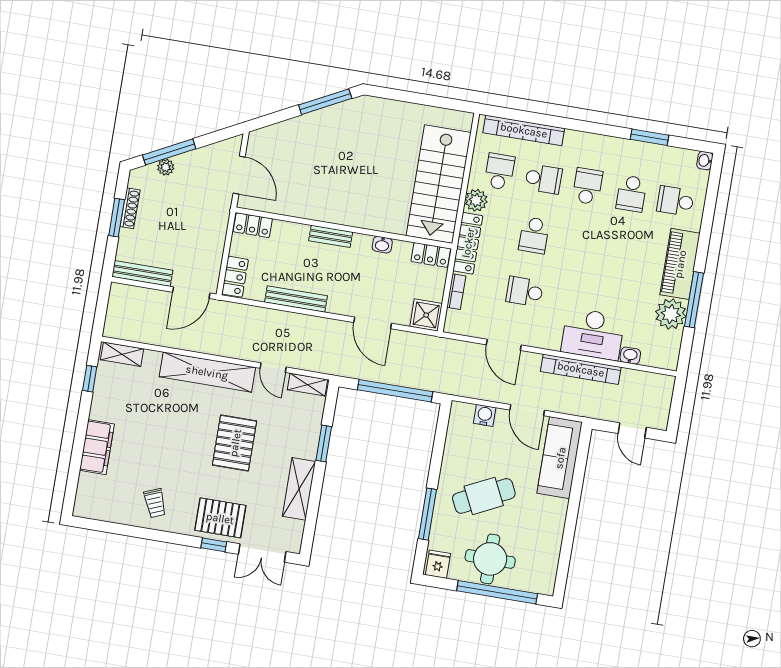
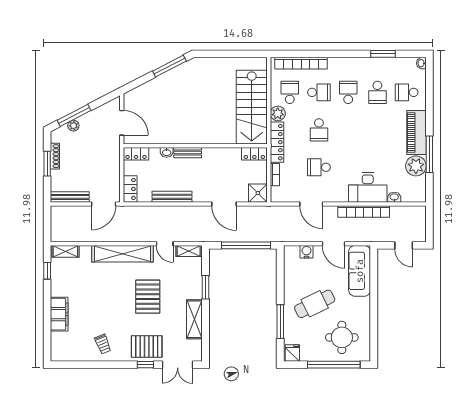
washbasin: (382, 245) -> (167, 152), moved
round table: (490, 559) -> (342, 337), moved

